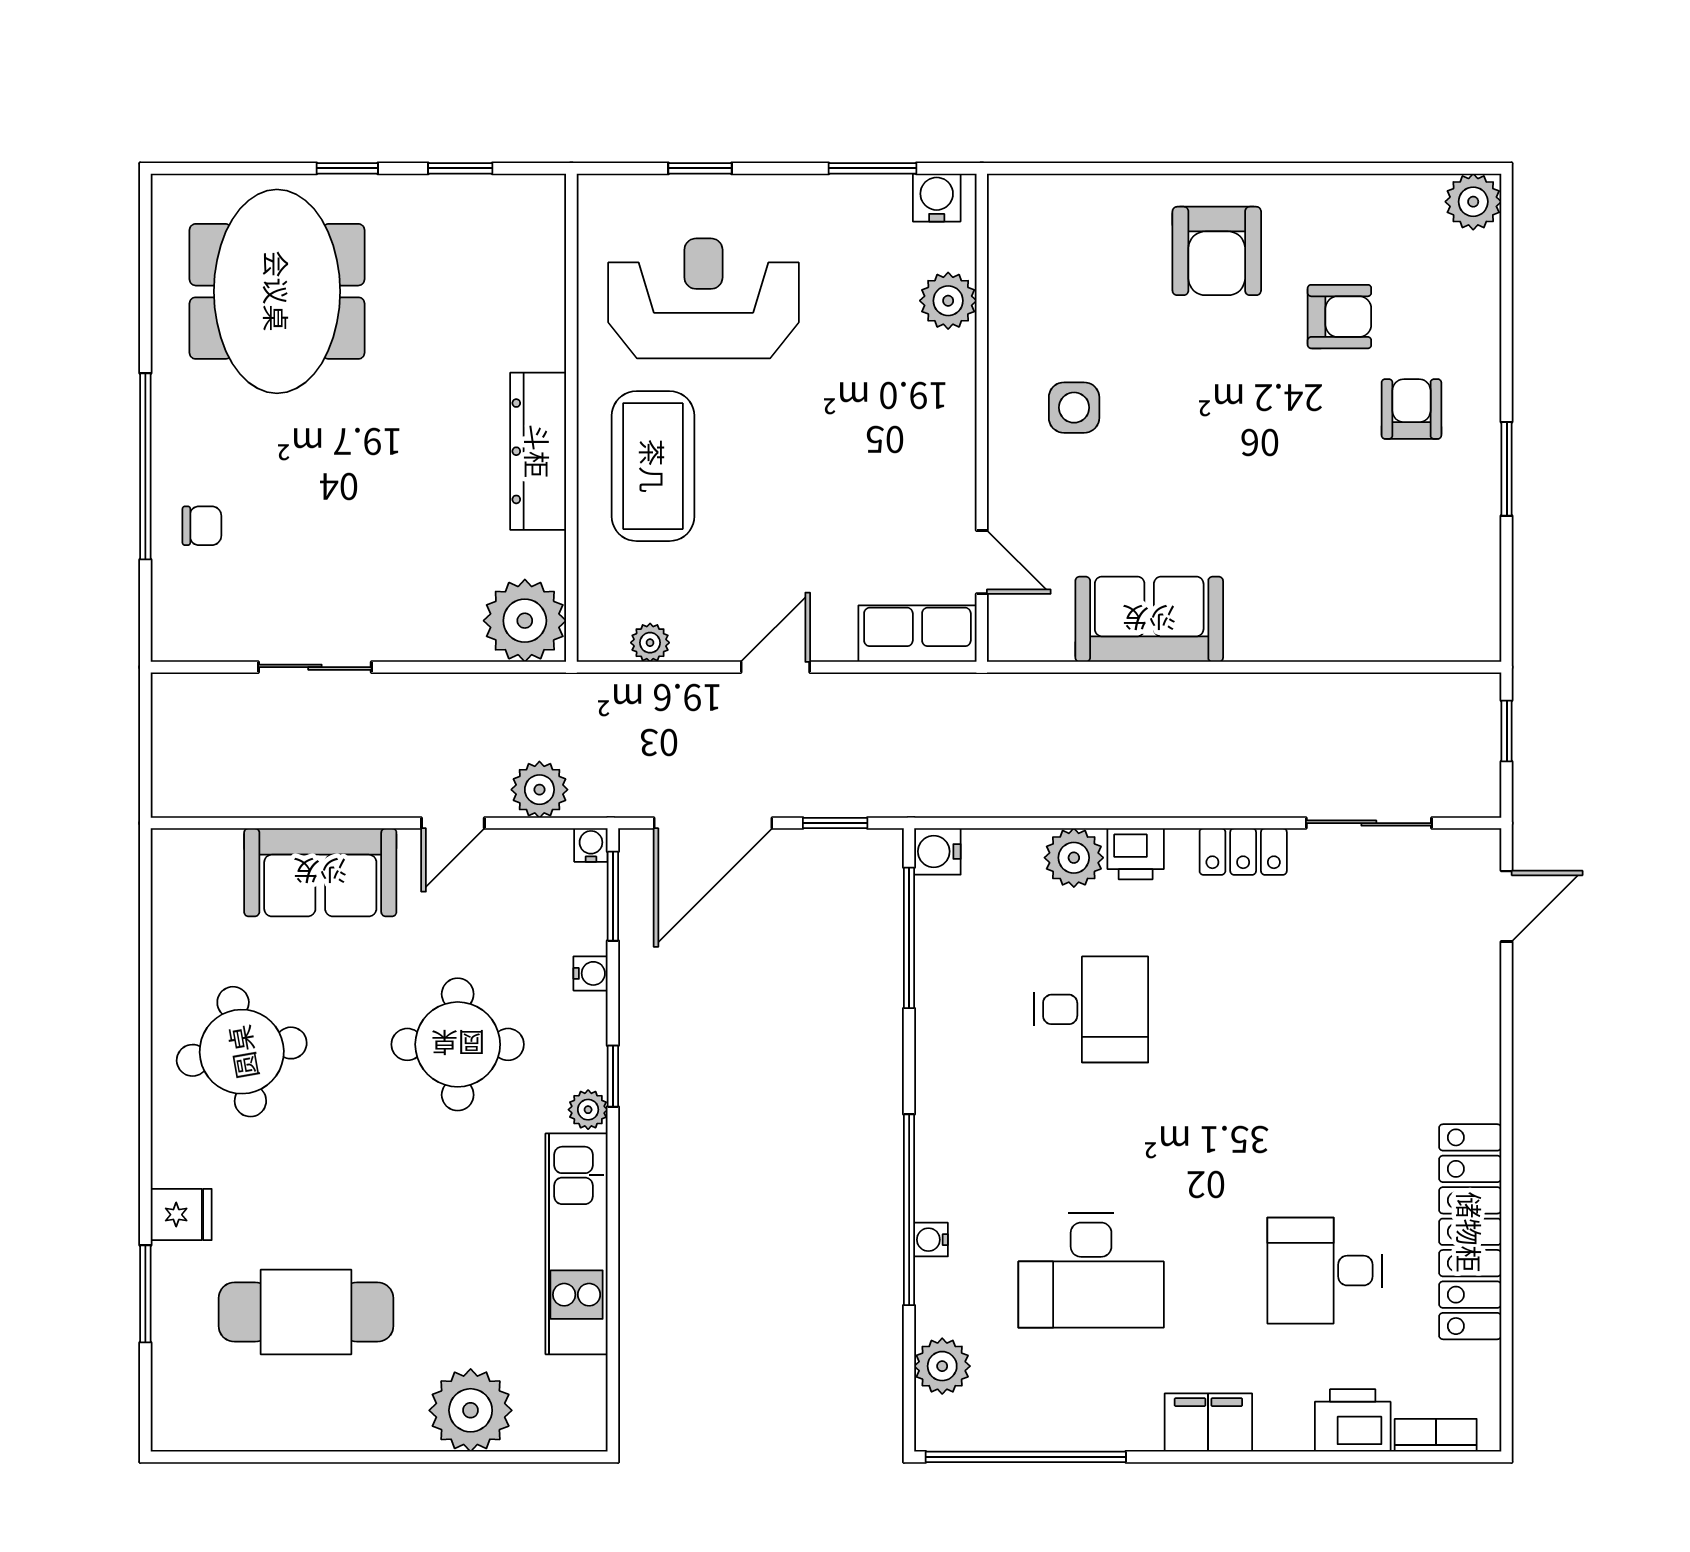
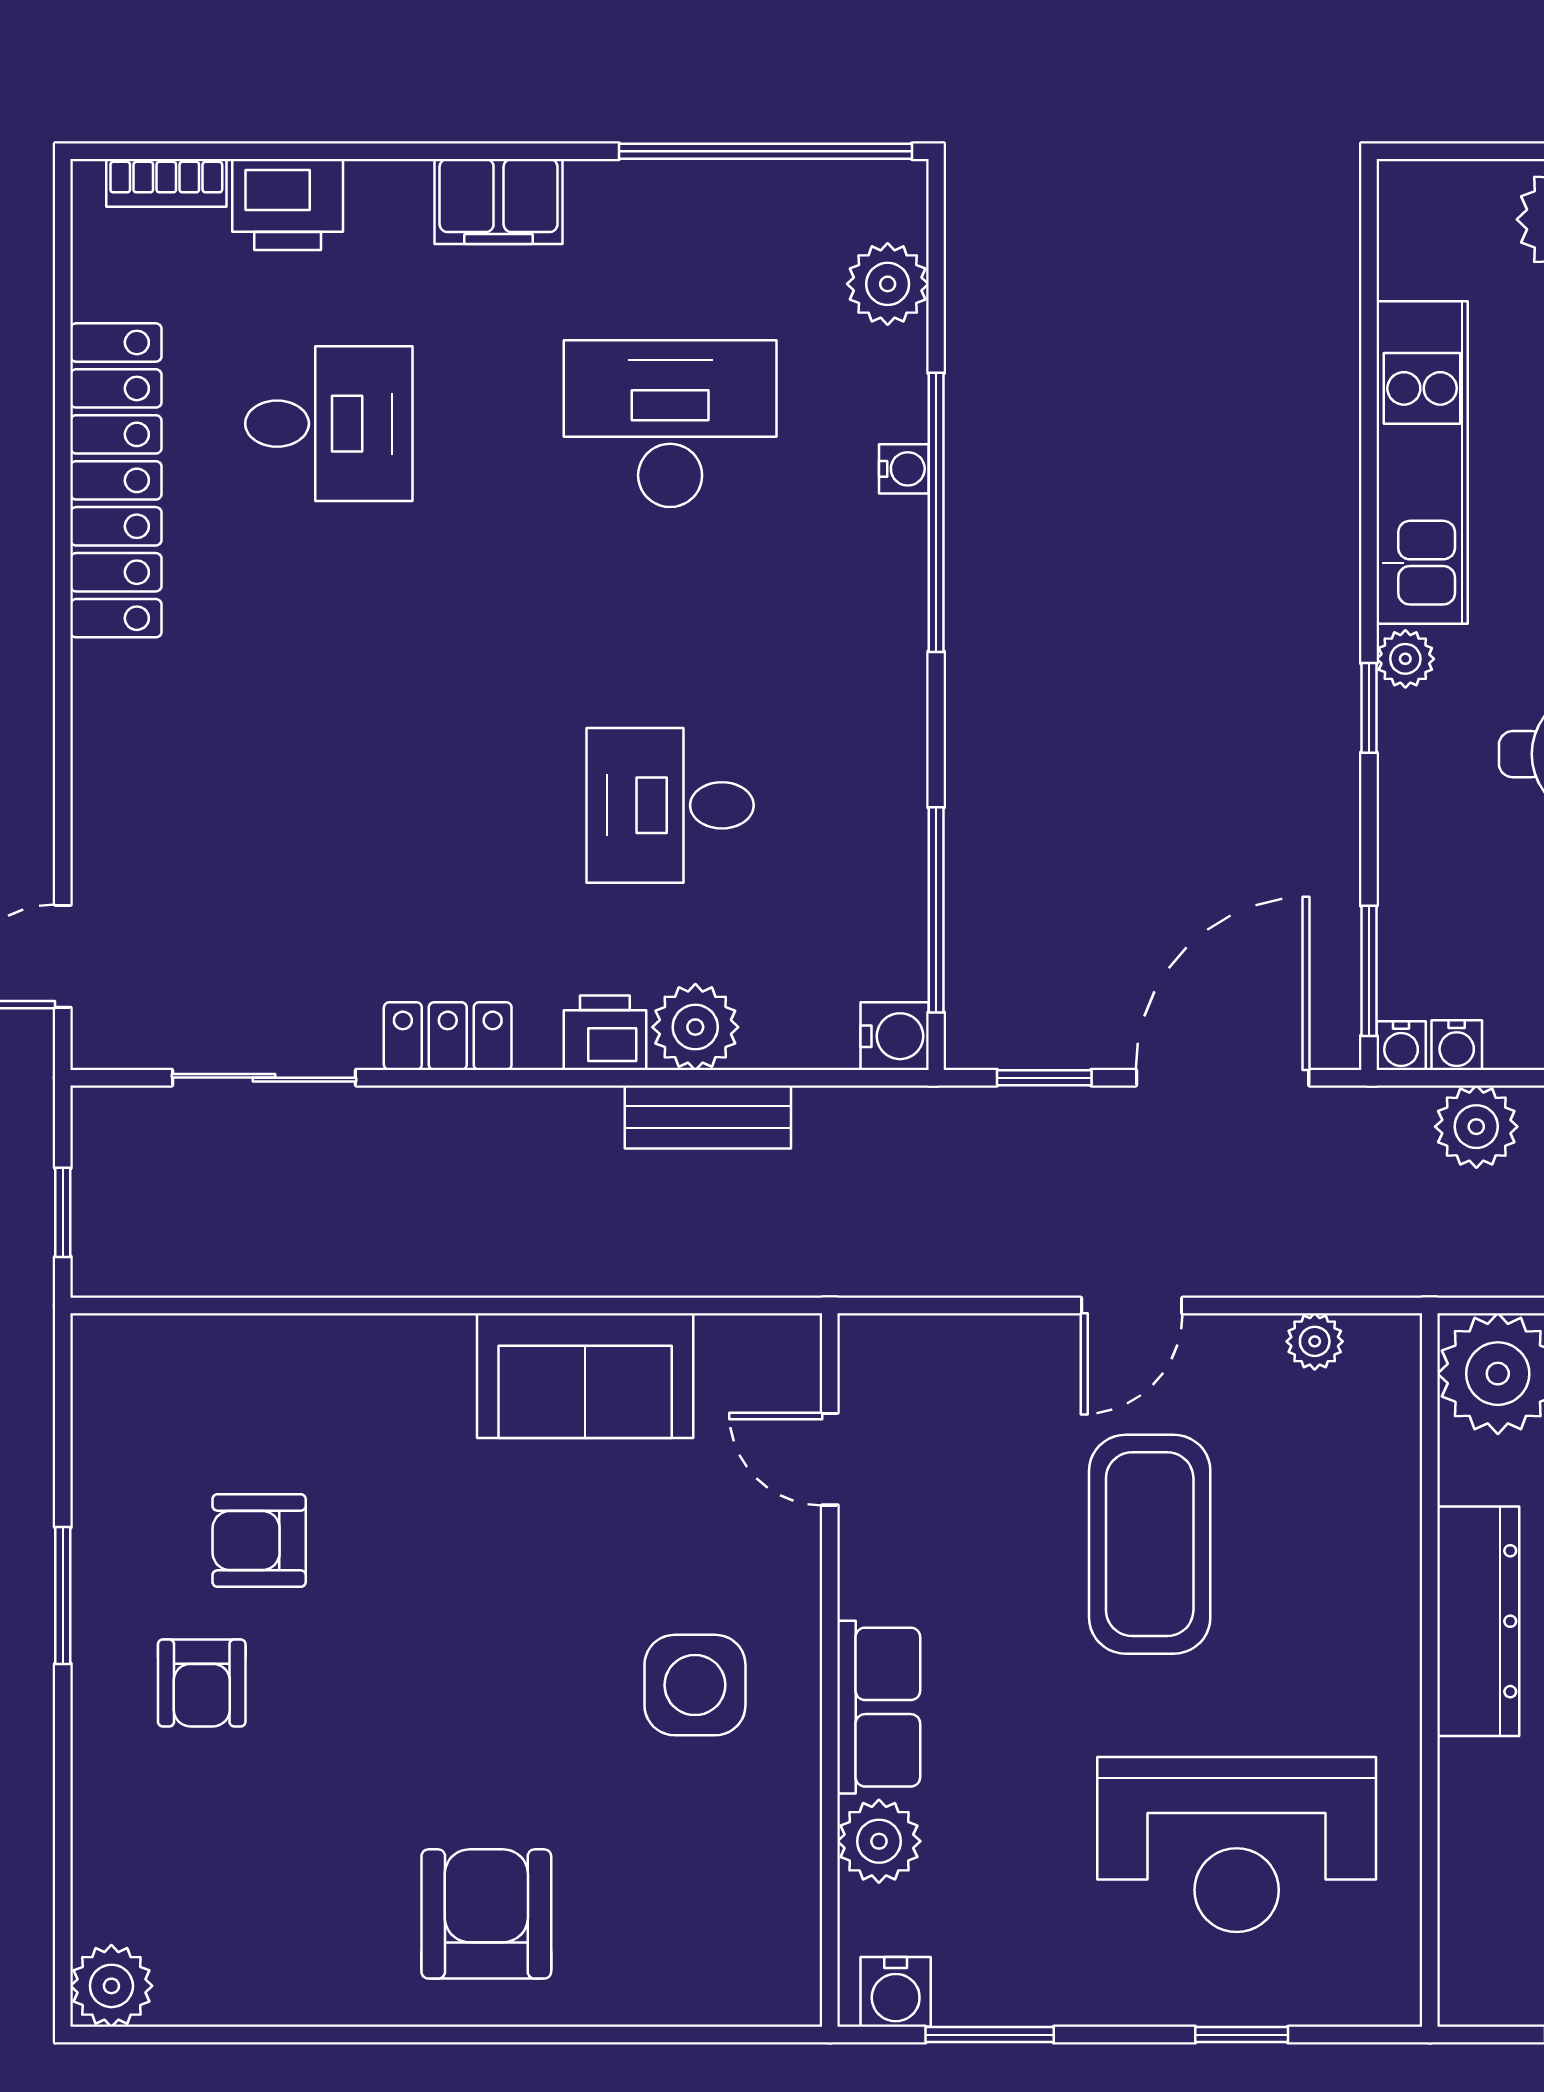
armchair: (1339, 317) -> (259, 1541), moved
side table: (1074, 408) -> (695, 1685), width x1.37, depth x1.37
coffee table: (653, 466) -> (1150, 1544), moved
row of seats: (917, 634) -> (879, 1707), moved, turned -90
bench: (1065, 796) -> (708, 1117), added
water cooler: (591, 973) -> (1457, 1045), moved, turned -90

